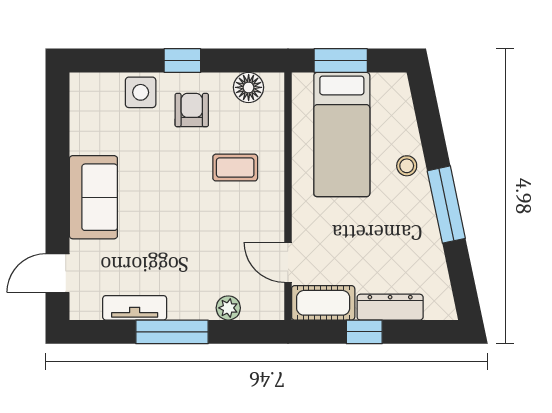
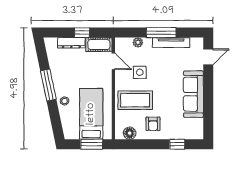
window: (182, 61) -> (177, 144), moved
side table: (141, 92) -> (140, 72), moved
coffee table: (235, 168) -> (135, 100), width x1.86, depth x1.72
sofa: (93, 197) -> (193, 94), width x1.36
tv unit: (135, 308) -> (171, 43), width x1.41

